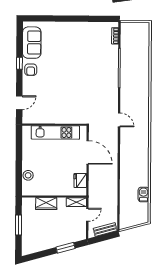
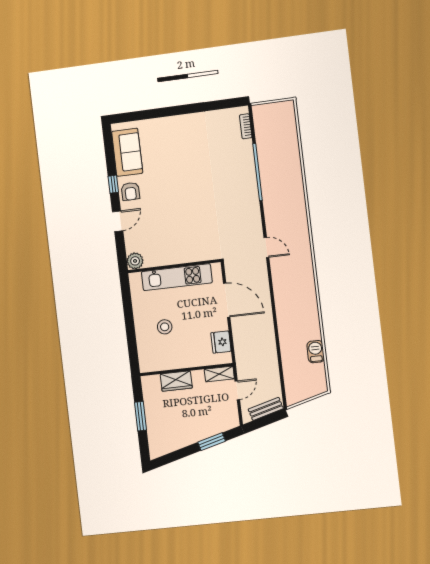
door: (19, 103) -> (118, 221), moved
plant: (28, 118) -> (135, 261), added
stool: (28, 175) -> (165, 327), moved

